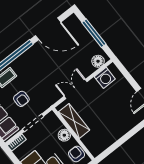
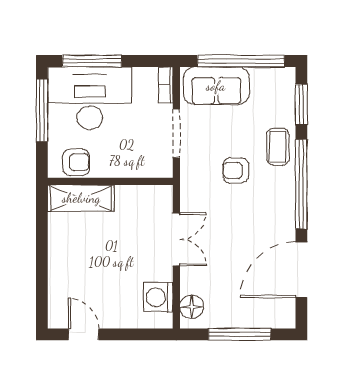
armchair: (21, 99) -> (236, 170), moved
shelving: (74, 121) -> (81, 198), moved
floor lamp: (64, 135) -> (119, 166), removed

